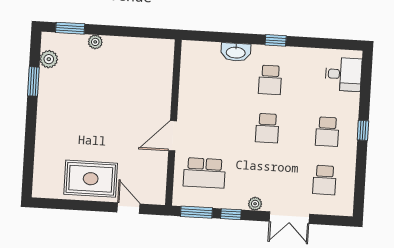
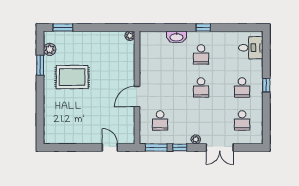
plant: (95, 42) -> (130, 36), moved
school desk: (204, 173) -> (160, 120), width x0.54
rug: (91, 179) -> (72, 77), moved

